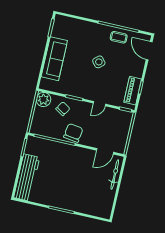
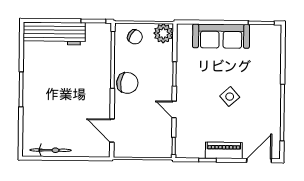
coffee table: (119, 37) -> (268, 116), removed
piano: (133, 91) -> (224, 150), moved
chair: (63, 109) -> (135, 37), moved
bicycle: (115, 174) -> (50, 150), moved

